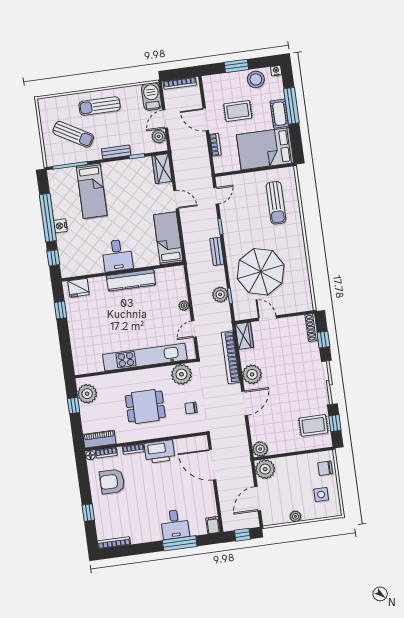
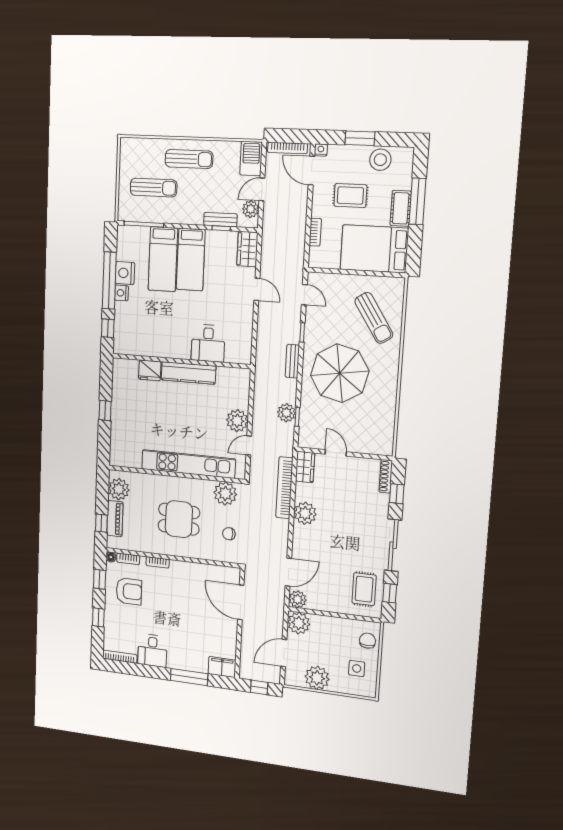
nightstand: (276, 71) -> (321, 150), moved
sun lounger: (100, 106) -> (189, 159), turned 180
door: (206, 119) -> (311, 171), moved
sun lounger: (73, 134) -> (154, 188), turned -30
bench: (116, 152) -> (220, 220), moved
door: (216, 196) -> (304, 295), hinge flipped
sun lounger: (276, 203) -> (374, 318), turned -33
nightstand: (60, 209) -> (125, 273), added
bed: (168, 238) -> (191, 260), moved, turned 180
desk: (117, 255) -> (208, 343), moved
parasol: (261, 272) -> (340, 373), moved
fridge: (78, 288) -> (150, 370), moved
plant: (184, 306) -> (237, 421), width x1.88, depth x1.88
window: (60, 310) -> (105, 411), moved
door: (245, 403) -> (288, 572), moved
window: (74, 406) -> (101, 523), moved
rug: (313, 425) -> (364, 589), turned 90
piano: (99, 439) -> (115, 519), moved, turned 90
printer: (160, 452) -> (185, 573), removed
chair: (325, 468) -> (368, 641), turned 90
window: (83, 478) -> (100, 579), added
armchair: (112, 481) -> (129, 591), turned 180
plant: (295, 516) -> (317, 678), width x1.88, depth x1.88
desk: (175, 524) -> (152, 650), moved
filing cabinet: (213, 525) -> (222, 667), width x2.00

